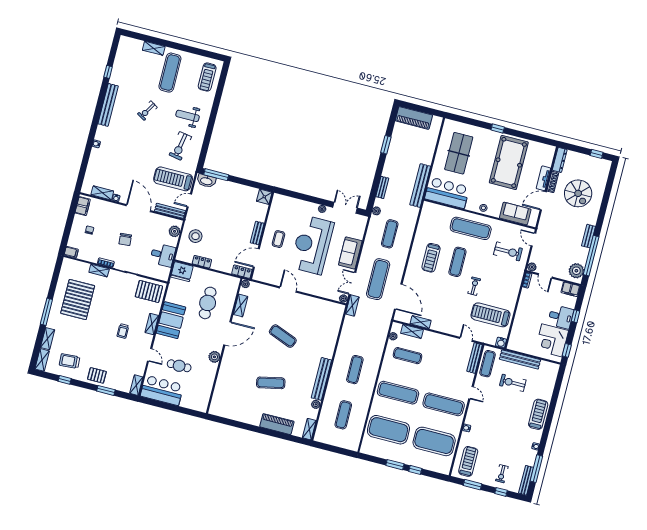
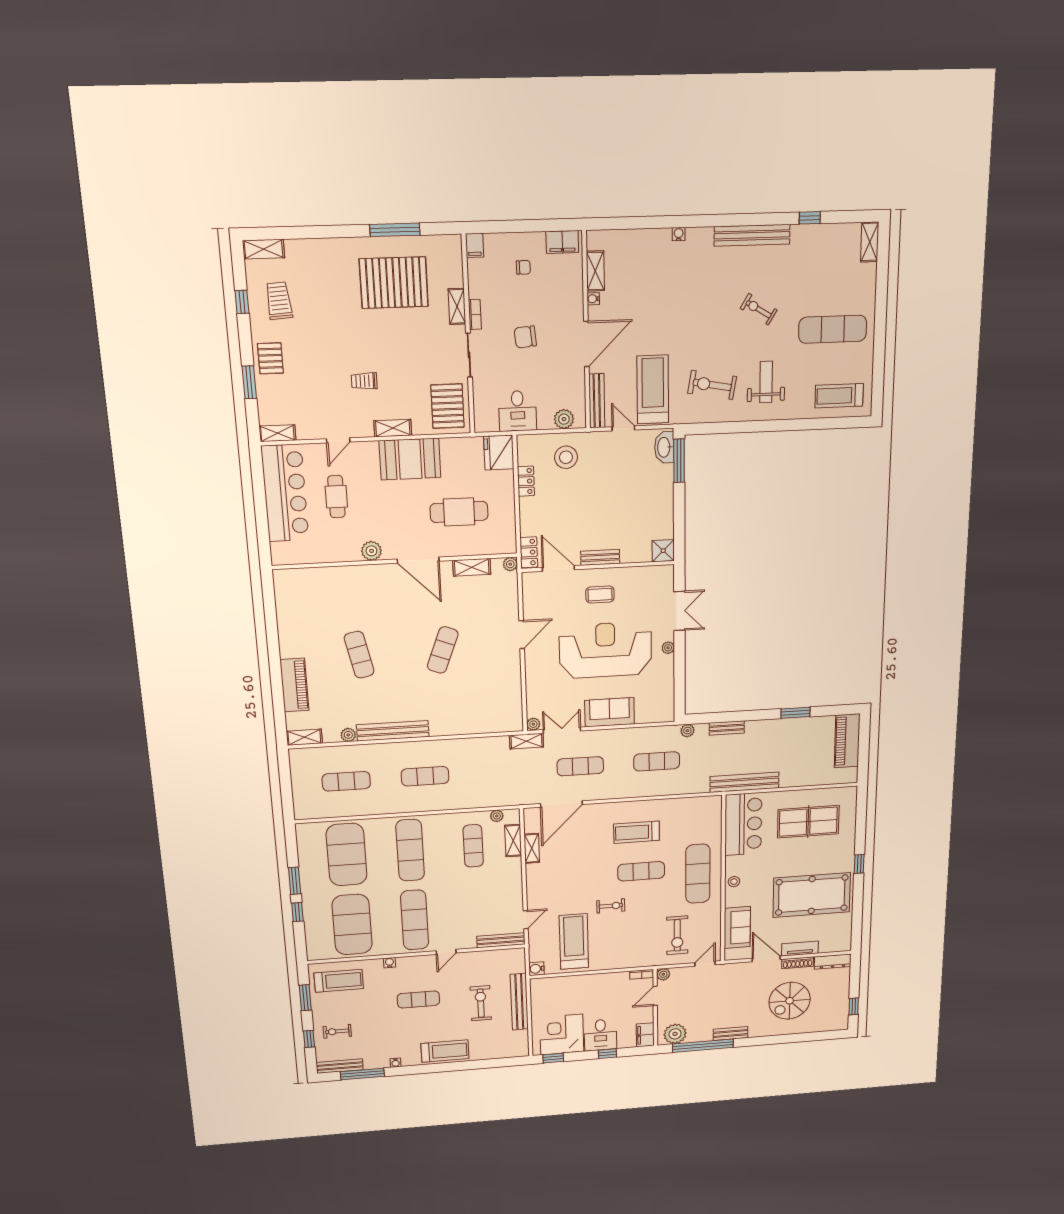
shelving: (154, 48) -> (870, 242), moved
double door: (345, 208) -> (679, 611), moved
exercise mat: (378, 279) -> (580, 766), width x0.73, depth x0.69
window: (46, 312) -> (395, 230), moved
shelving: (48, 339) -> (305, 248), removed
exercise mat: (488, 364) -> (418, 999), moved
bar counter: (162, 390) -> (285, 493), width x1.36

